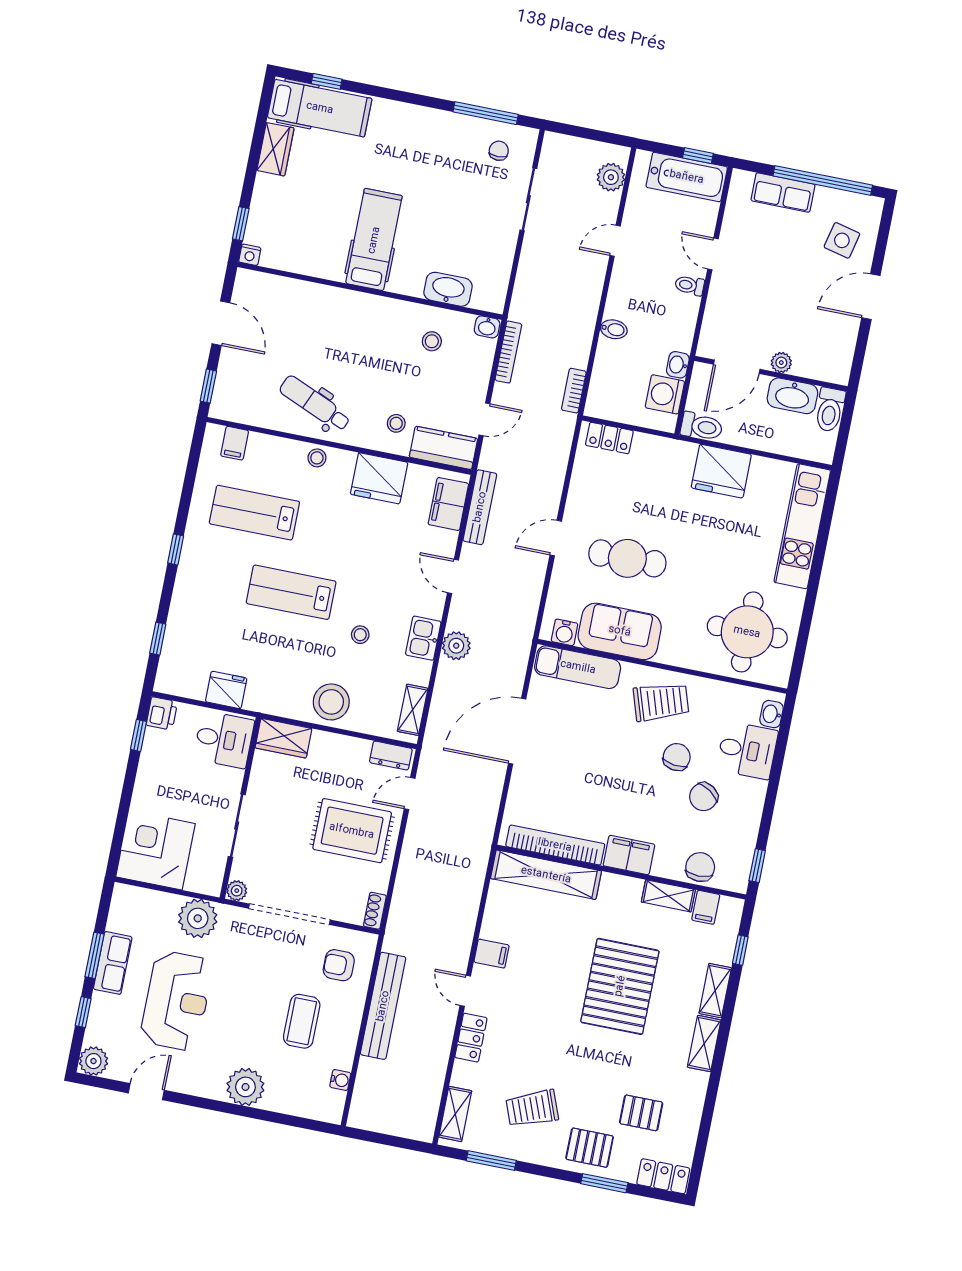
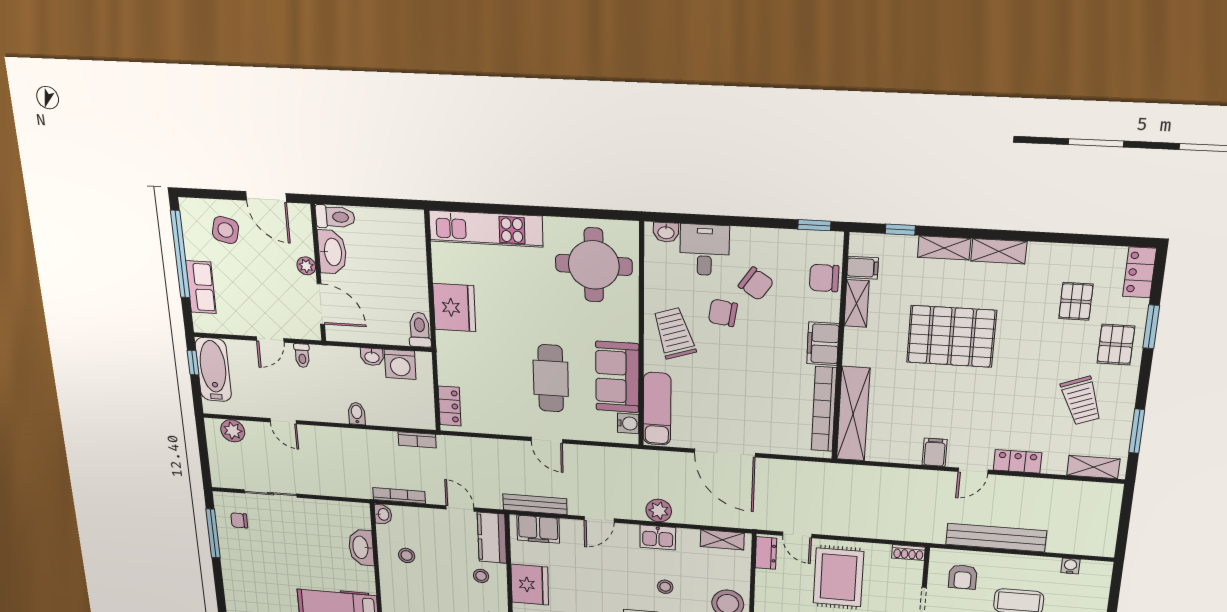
plant: (781, 363) -> (306, 266), moved
door: (737, 367) -> (321, 304), moved
wall: (771, 374) -> (318, 274), moved
washbasin: (792, 396) -> (332, 252), moved
toilet: (830, 410) -> (335, 217), moved

